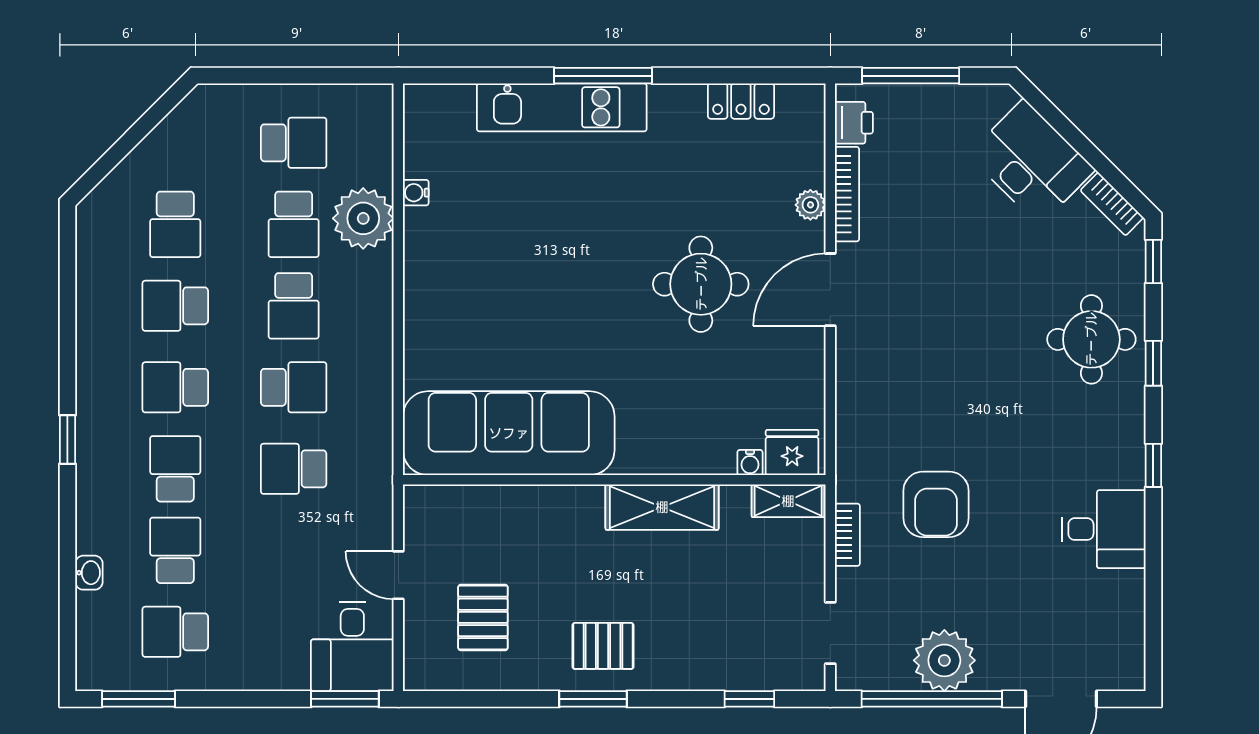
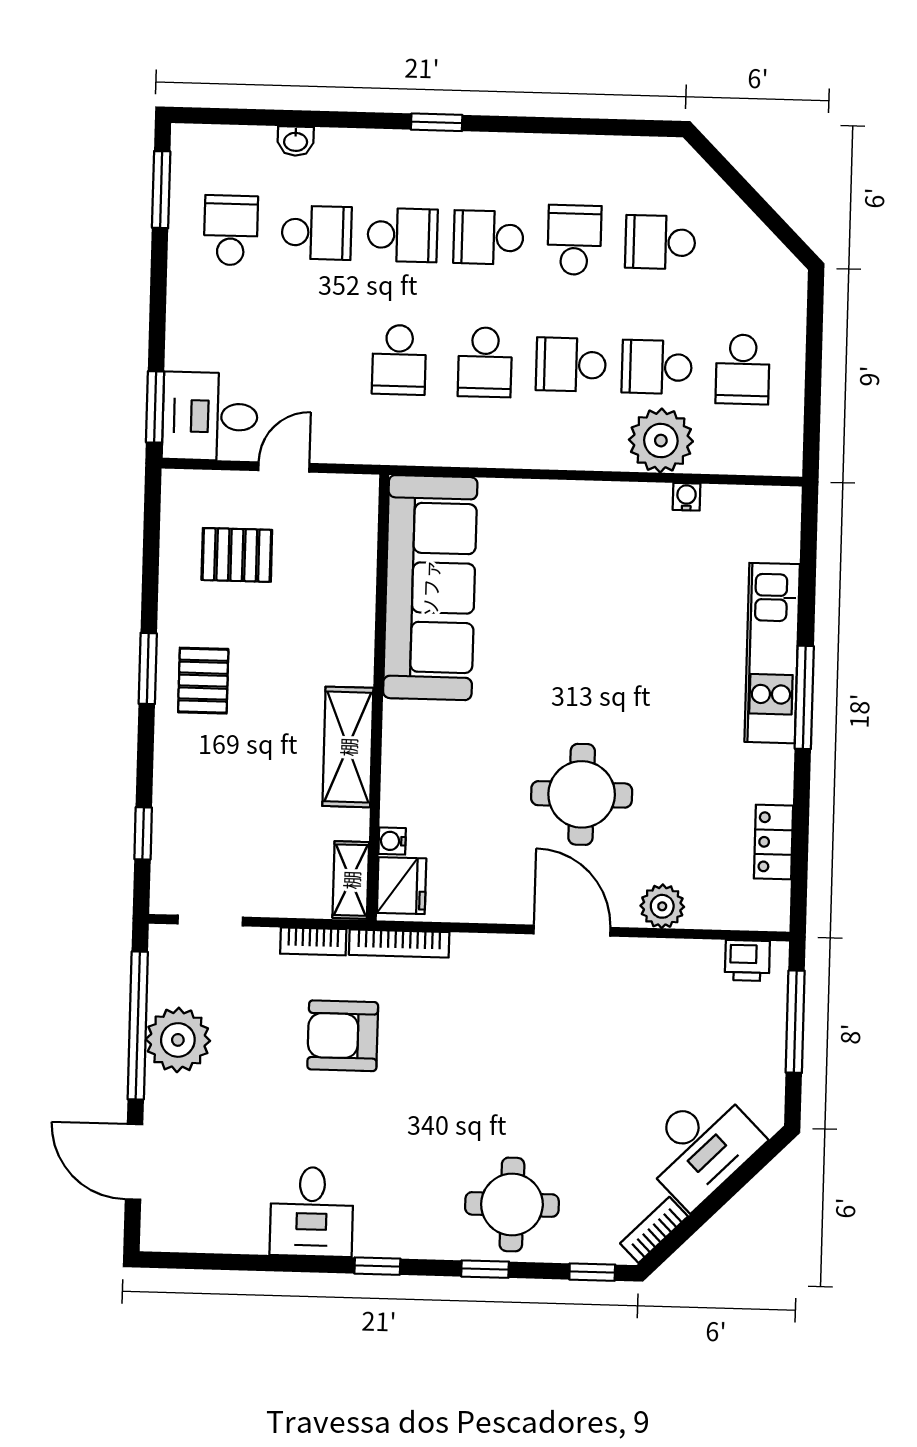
bookcase: (847, 194) -> (399, 943), moved
plant: (810, 205) -> (662, 906), width x1.38, depth x1.38
school desk: (175, 387) -> (488, 237), turned -90
school desk: (294, 469) -> (399, 360), turned 180

